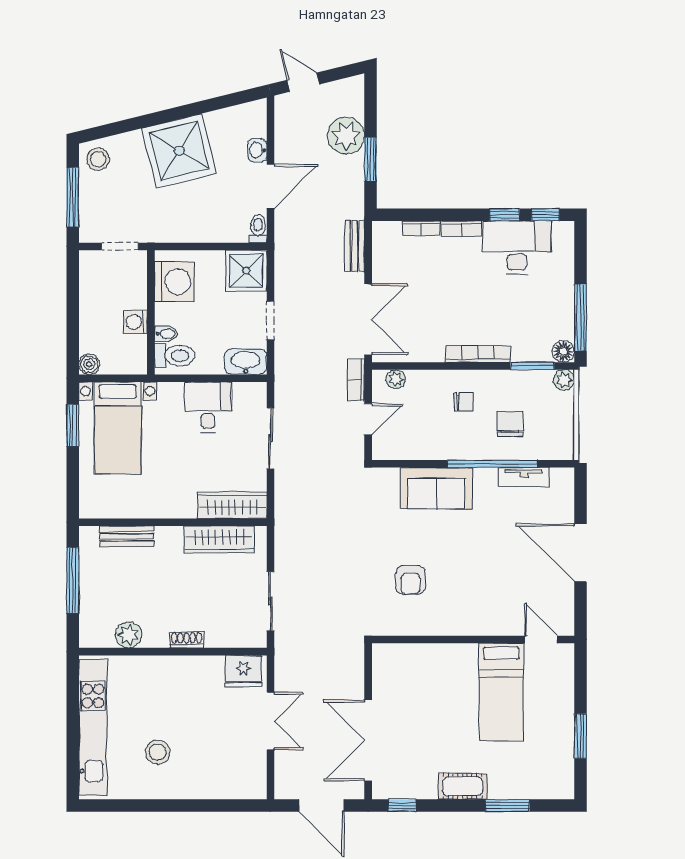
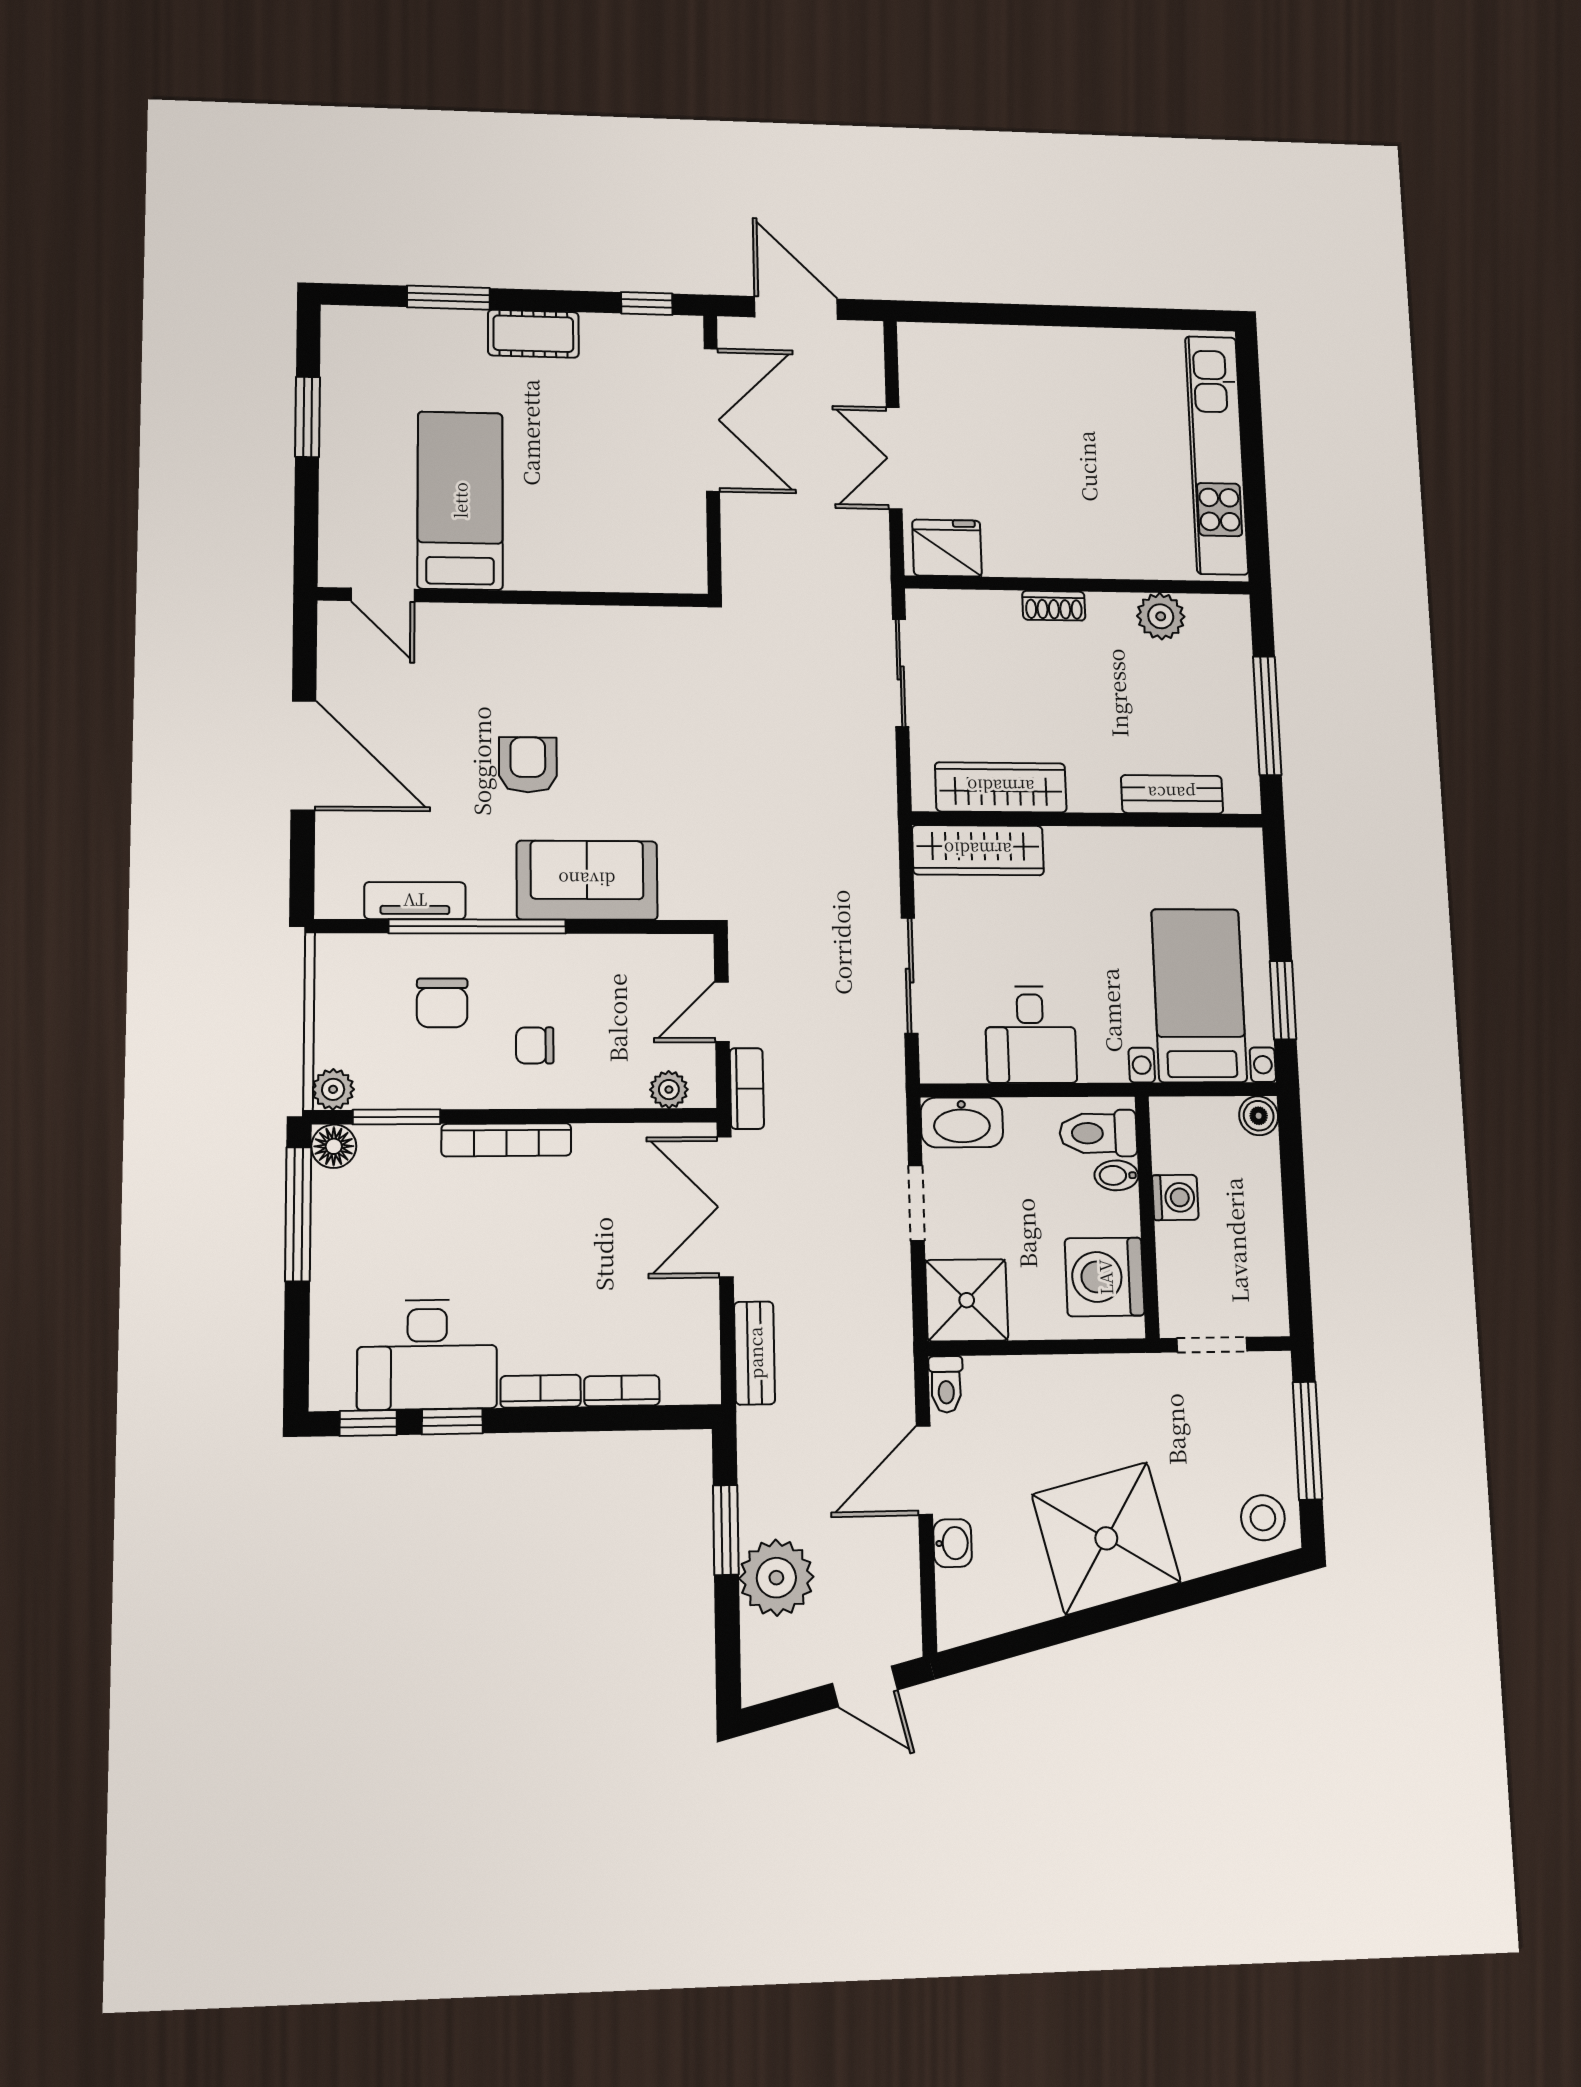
armchair: (410, 580) -> (528, 765), moved
stool: (158, 752) -> (1098, 409), removed

